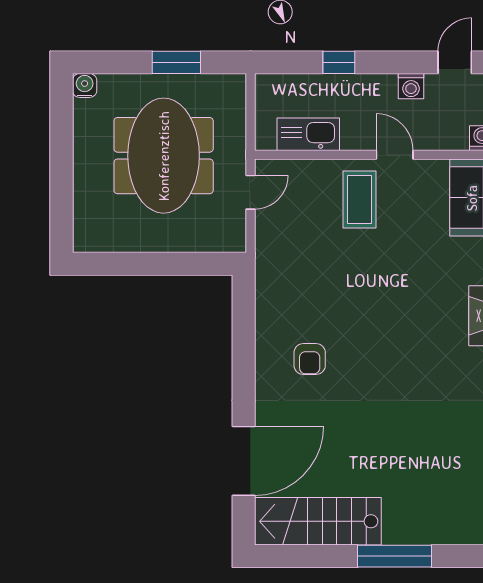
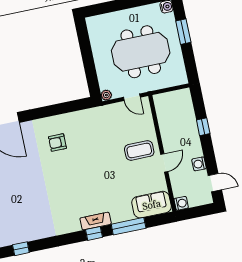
window: (176, 62) -> (183, 32), moved
kitchen sink: (308, 134) -> (165, 119), removed
plant: (236, 242) -> (106, 95), added

